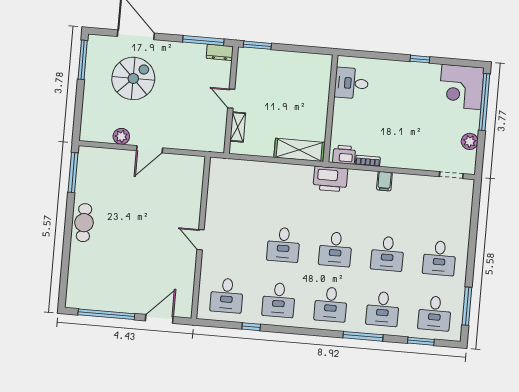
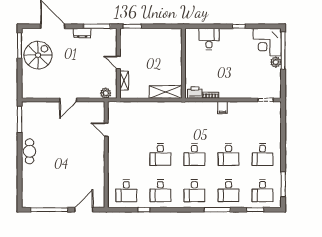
dresser: (220, 52) -> (82, 33), moved
spiral stairs: (133, 78) -> (38, 55), moved
desk: (351, 83) -> (209, 39), moved, turned 90
plant: (121, 136) -> (106, 93), moved
plant: (470, 141) -> (276, 62), moved
printer: (330, 179) -> (187, 109), removed
door: (201, 240) -> (106, 130), moved

